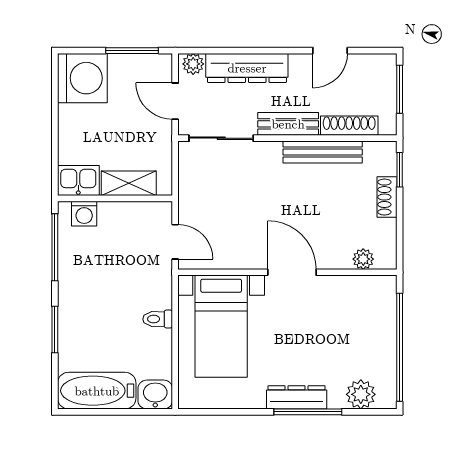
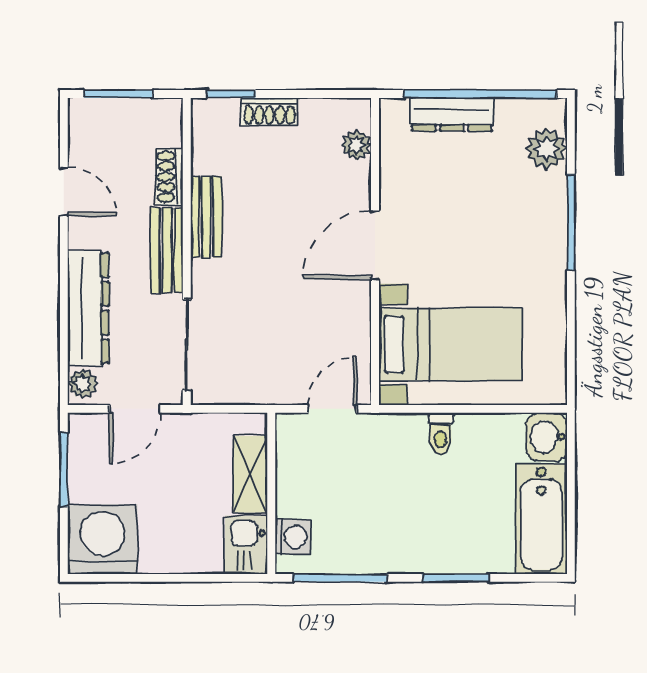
shoe rack: (349, 126) -> (169, 177), width x0.70
bench: (323, 152) -> (206, 217), width x0.73
dresser: (297, 397) -> (452, 114), moved, turned -90

